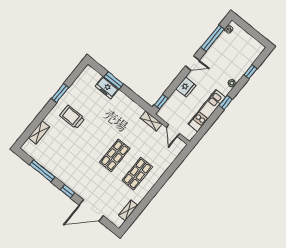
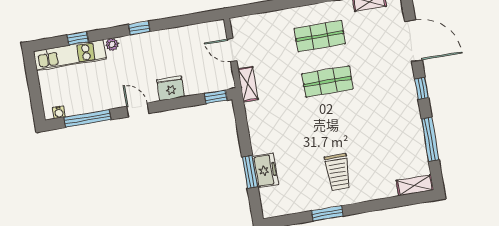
kitchen unit: (207, 111) -> (70, 55), moved
door: (173, 131) -> (232, 50), swing flipped
shelving: (39, 132) -> (415, 185), moved

